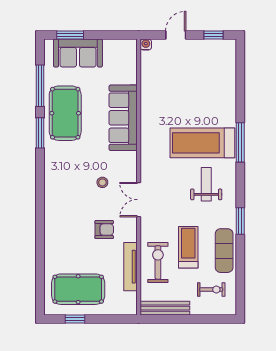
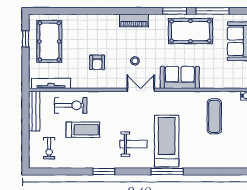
sofa: (123, 118) -> (180, 77), width x0.73
piano: (52, 184) -> (134, 20), added
double door: (139, 200) -> (141, 90), moved
exercise mat: (224, 251) -> (214, 116), moved, turned 90
tv unit: (131, 267) -> (51, 83), moved

